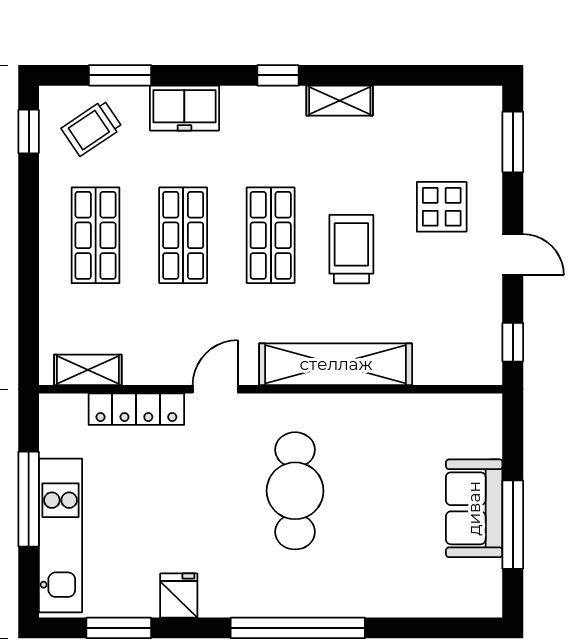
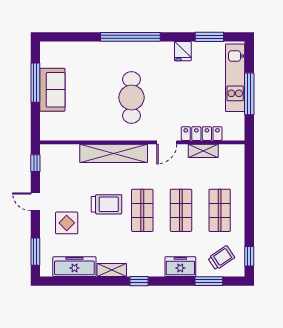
freezer: (424, 108) -> (74, 267), added
trolley: (351, 249) -> (107, 204), turned -90
shelving: (88, 370) -> (203, 151), moved

